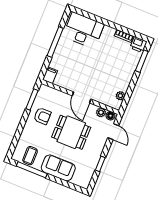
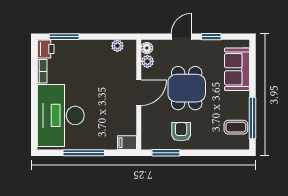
desk: (83, 30) -> (61, 115), width x1.36, depth x1.30
door: (113, 132) -> (182, 37), moved
sofa: (58, 168) -> (237, 69), moved

